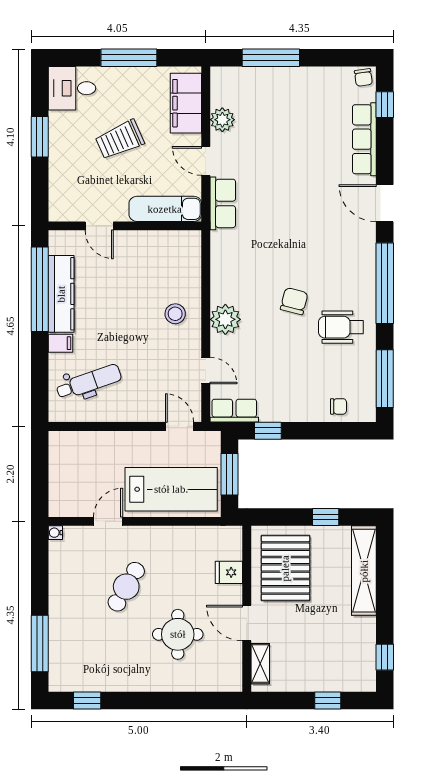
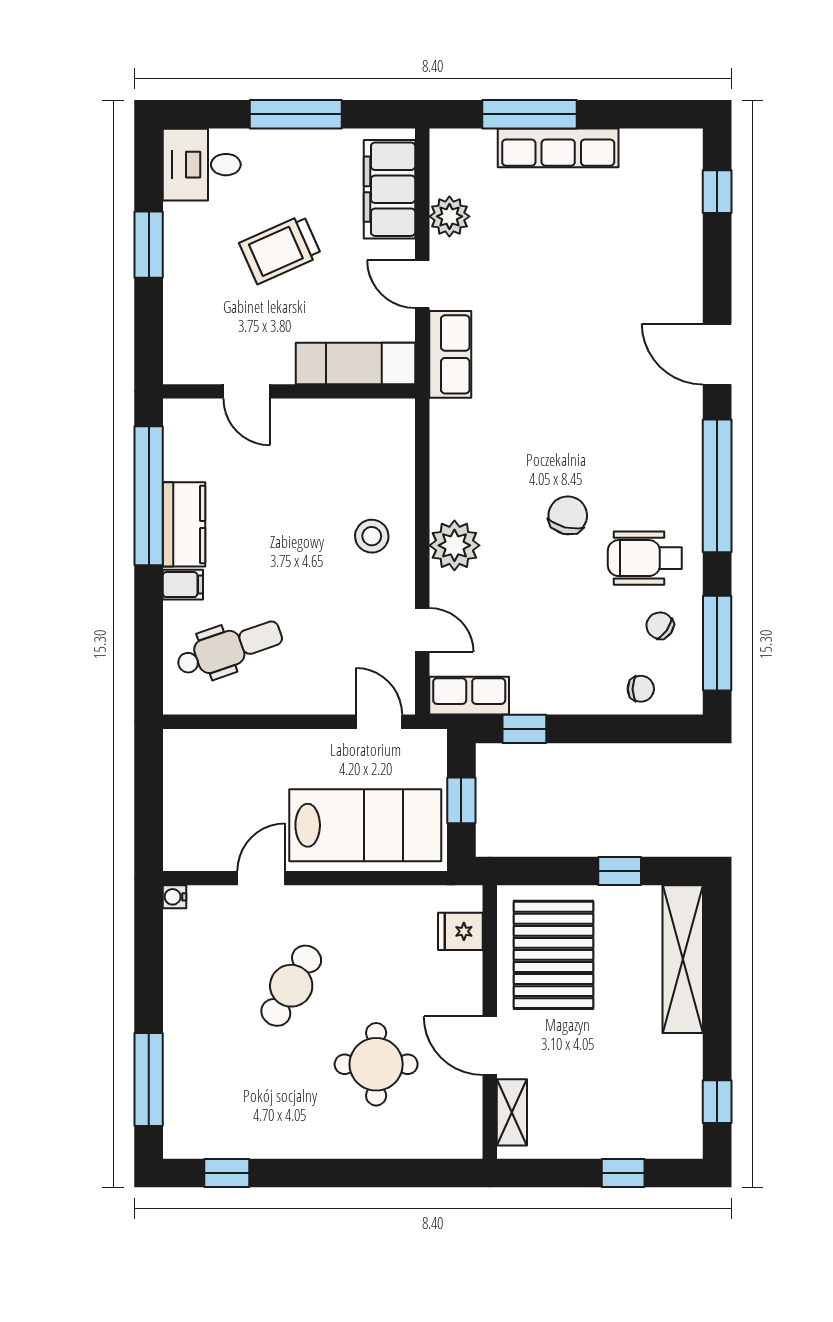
chair: (363, 77) -> (660, 626), moved, turned 133
row of seats: (364, 139) -> (558, 148), moved, turned -90
kitchen counter: (61, 294) -> (184, 524), width x0.67
window: (230, 474) -> (461, 800), width x0.67
fridge: (229, 572) -> (460, 931), moved

